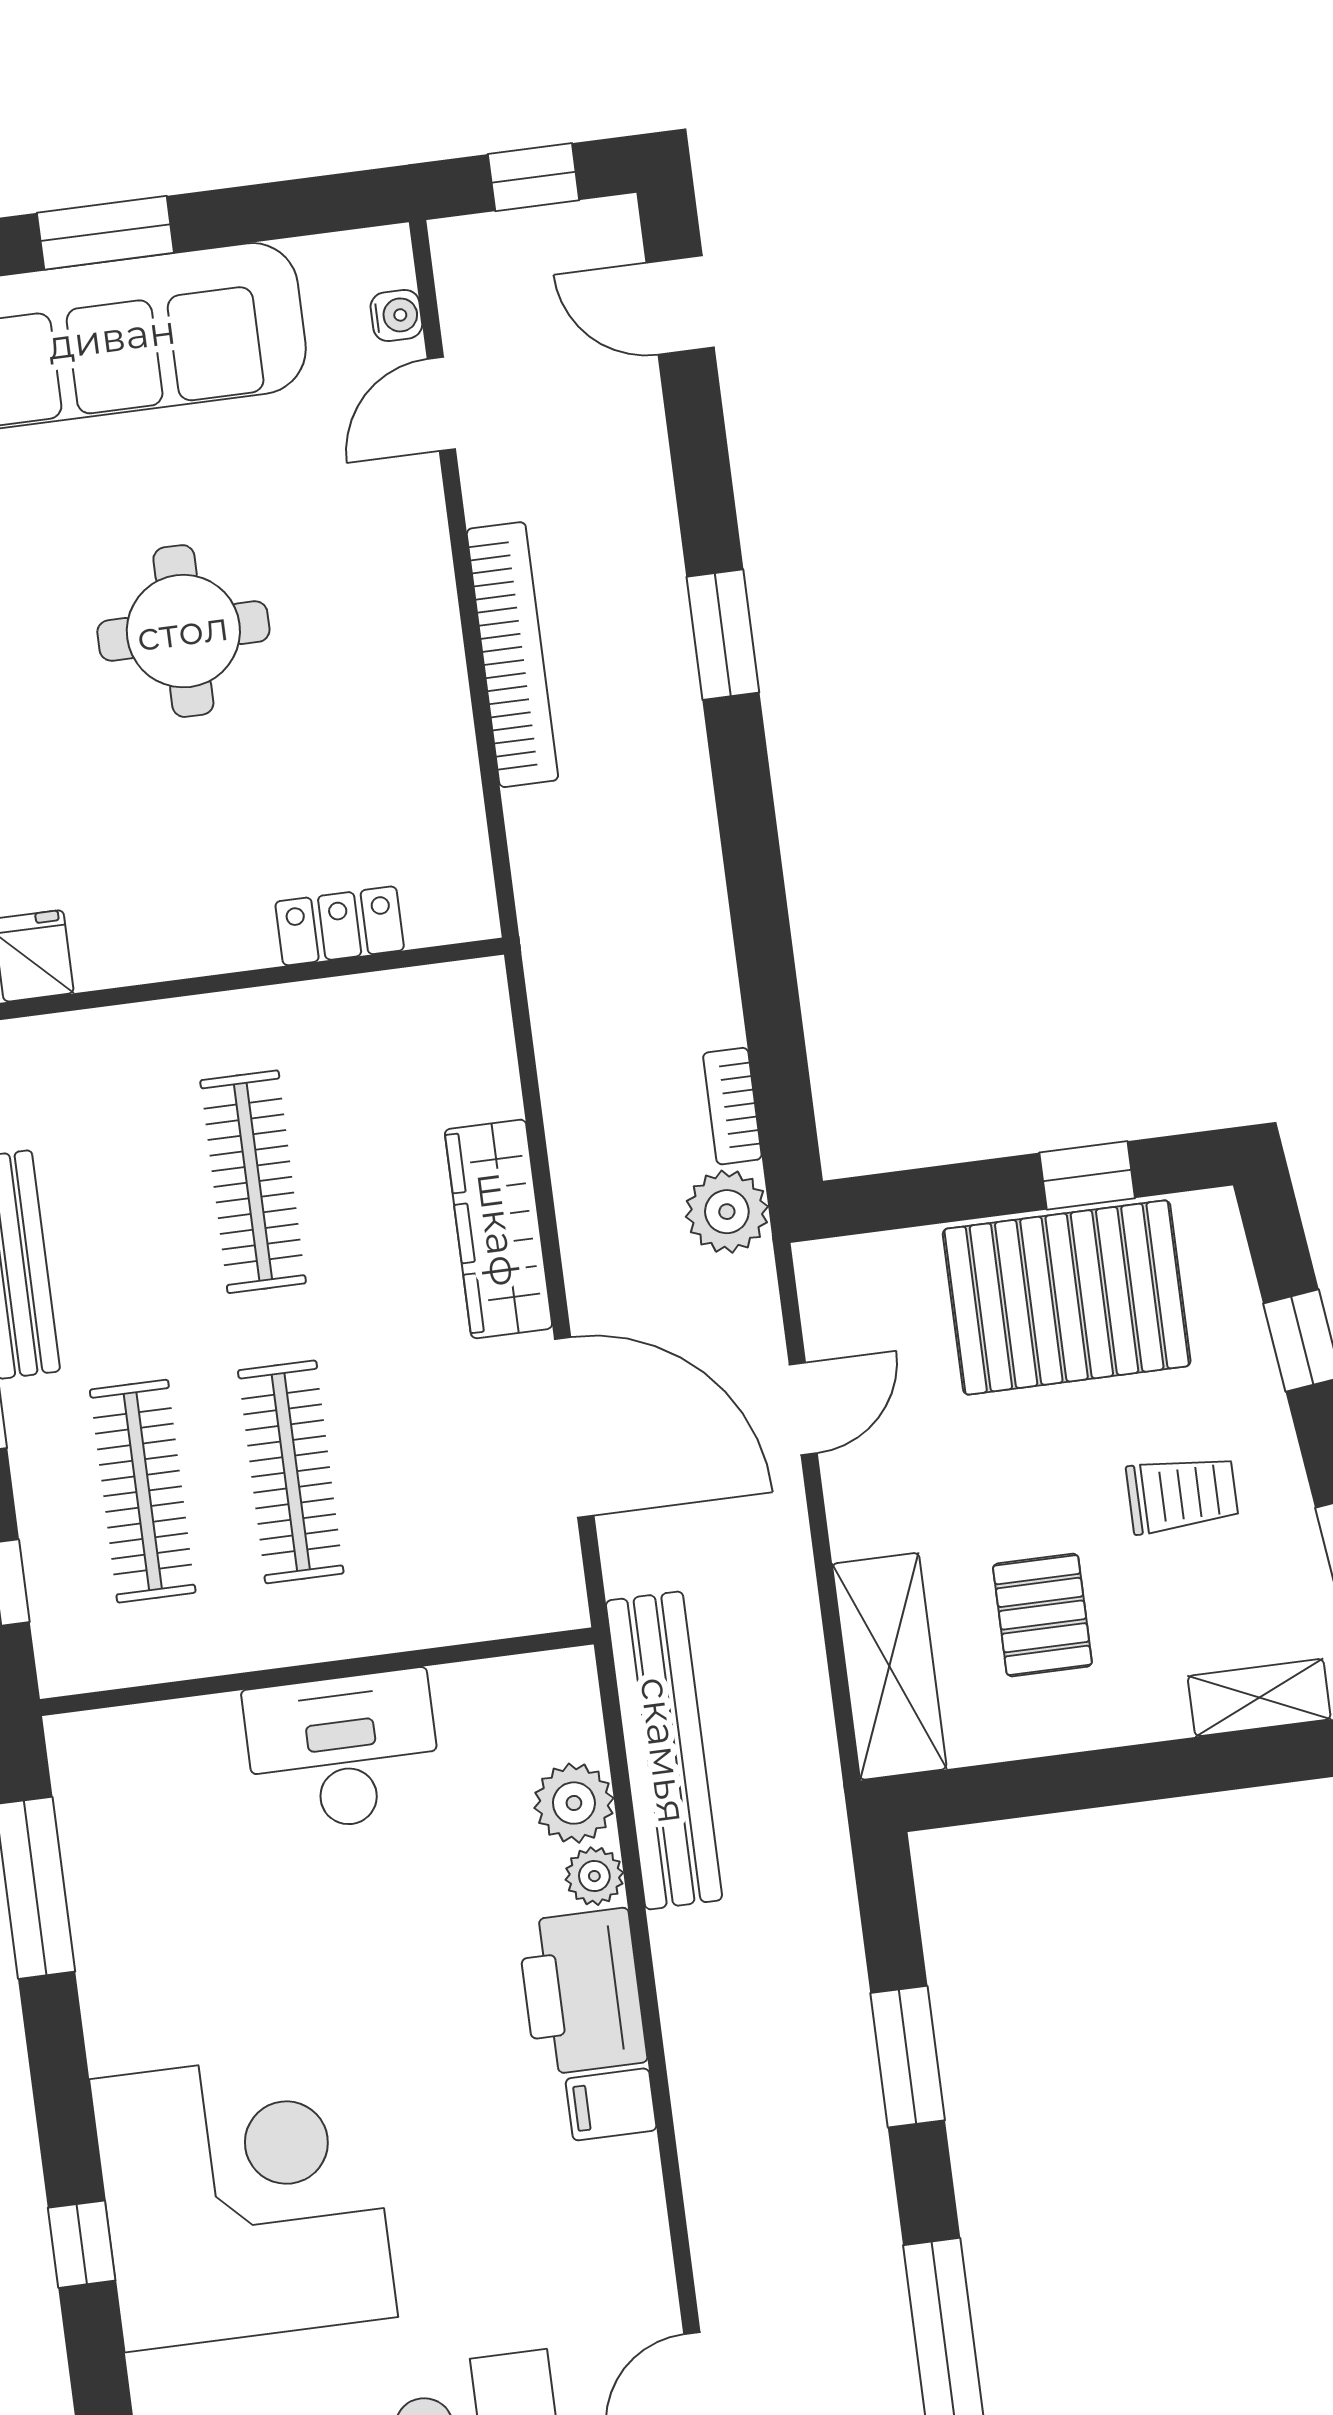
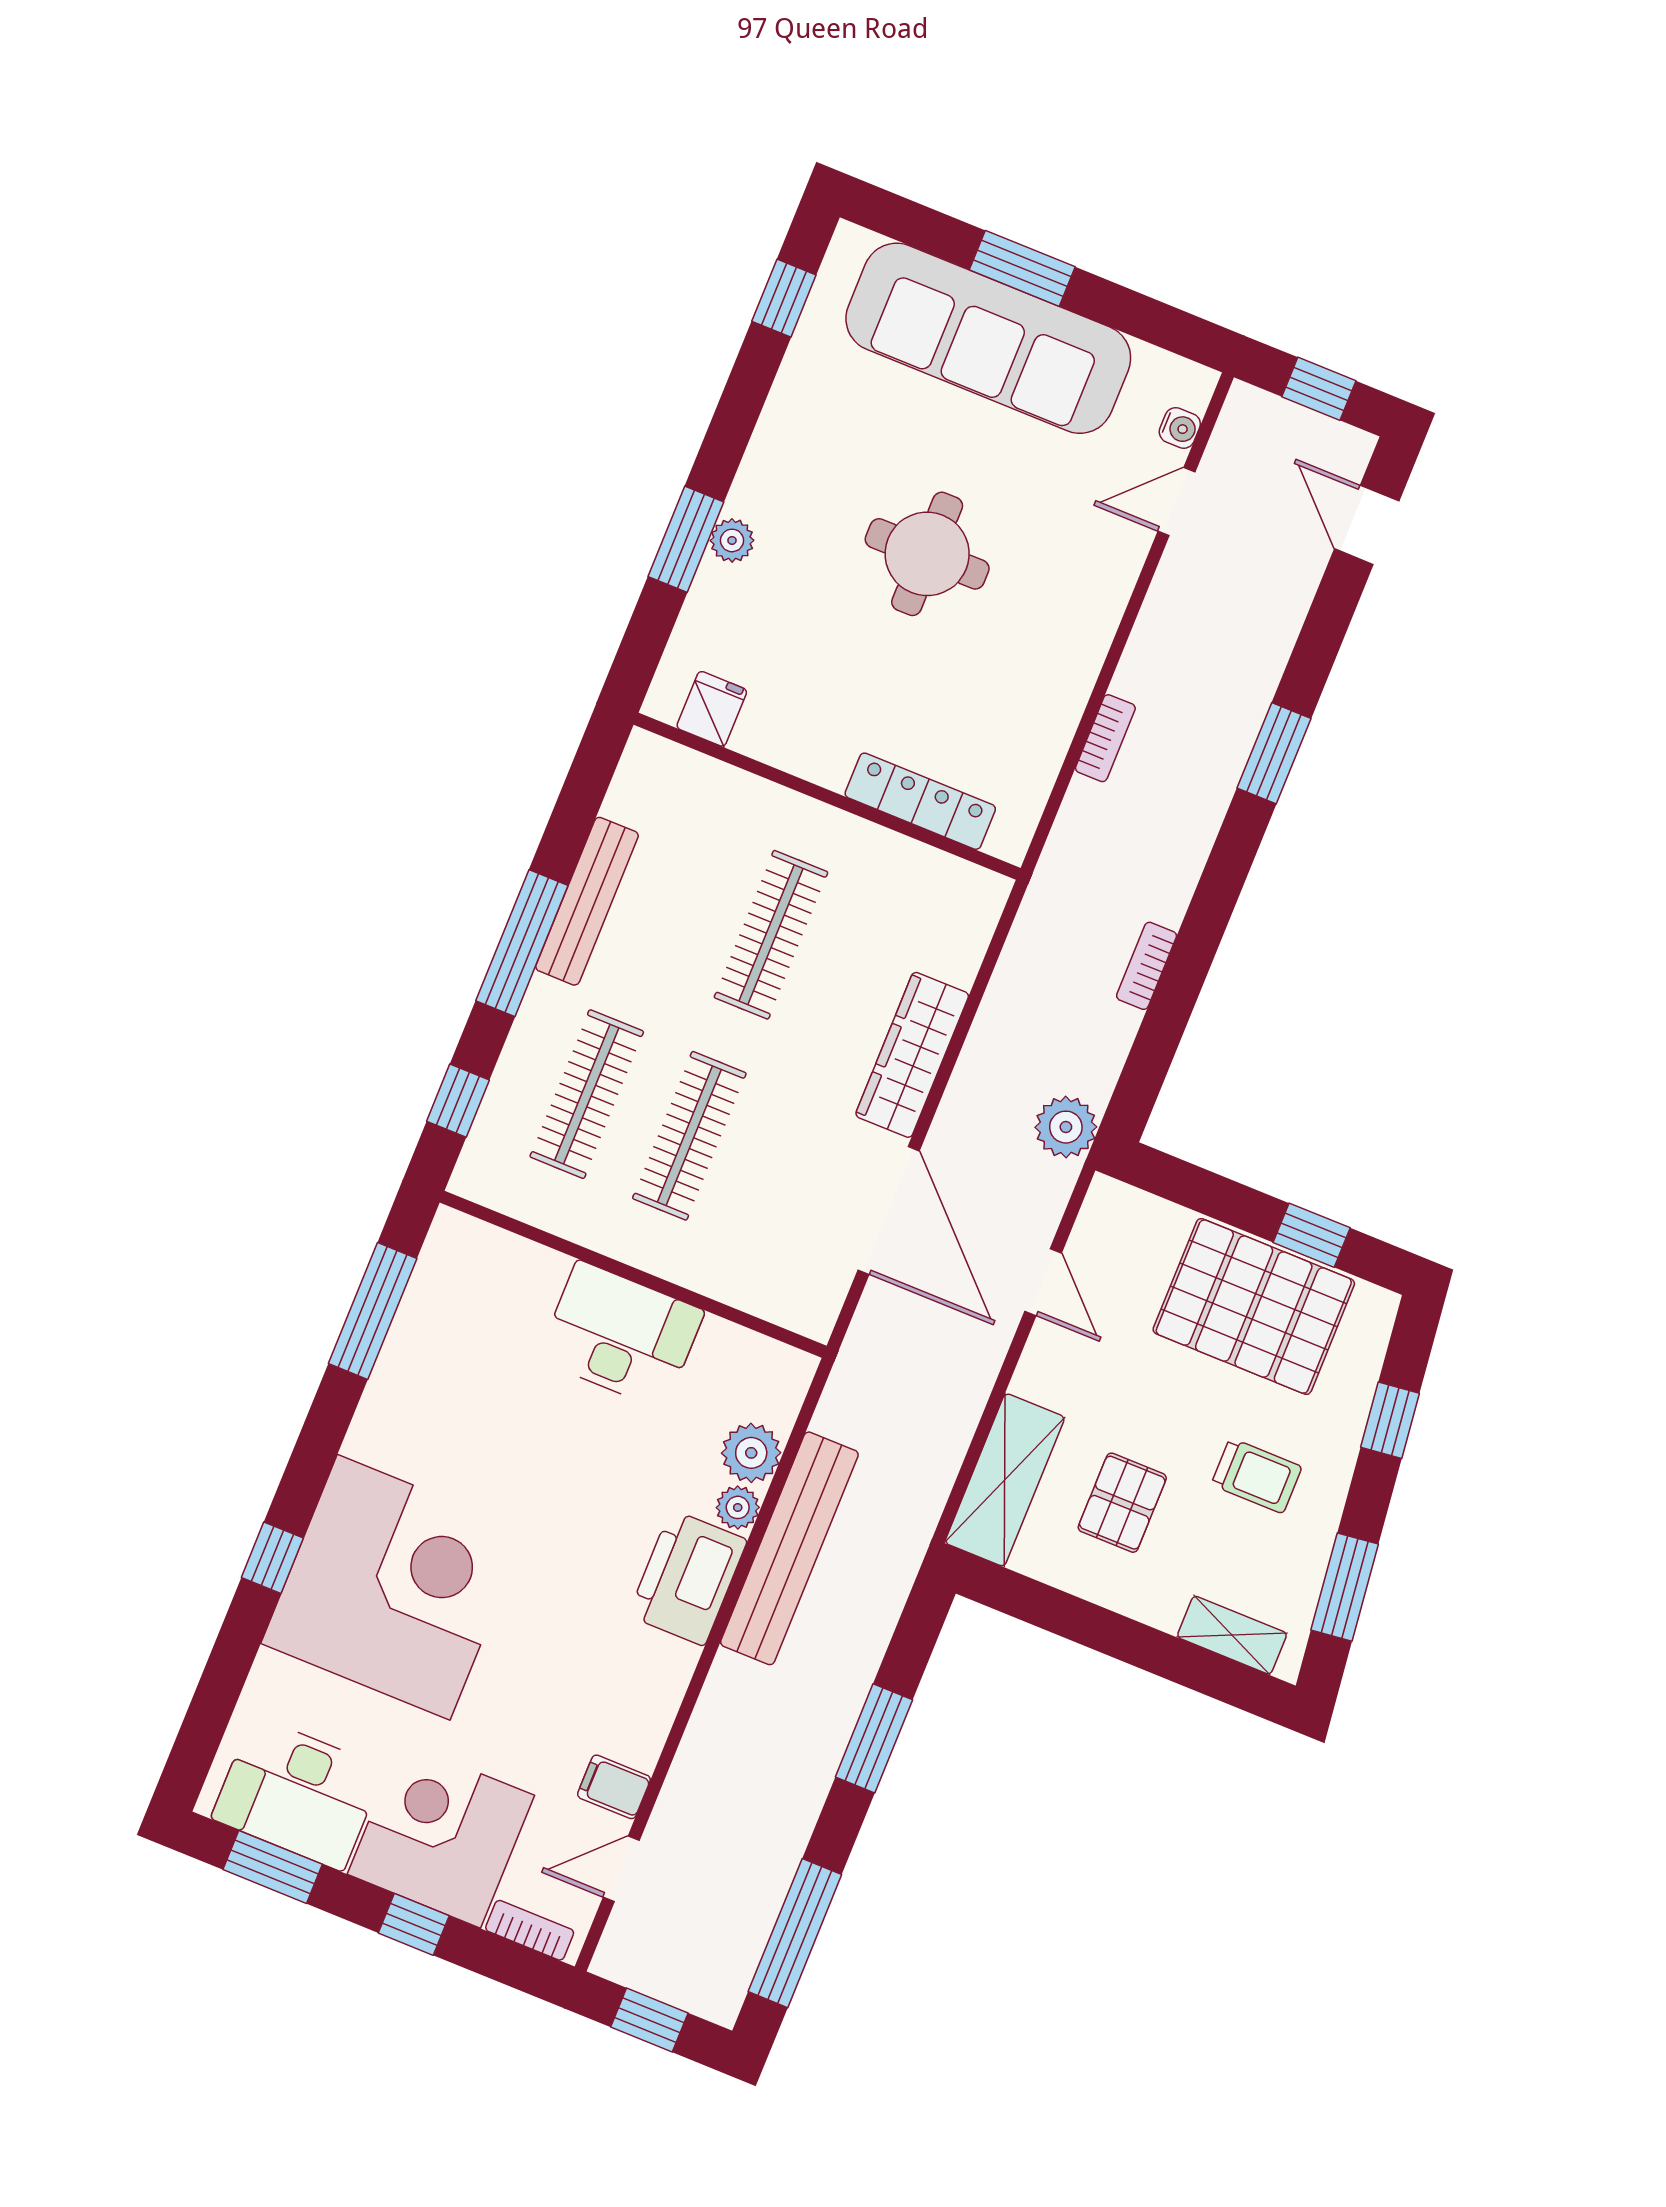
bookcase: (512, 655) -> (1105, 738), width x0.43, depth x0.76
locker: (340, 926) -> (920, 801), width x1.53
bookcase: (732, 1106) -> (1147, 966), moved
door: (803, 1409) -> (1043, 1282), hinge flipped
bench: (664, 1750) -> (789, 1548), moved
filing cabinet: (611, 2104) -> (614, 1787), moved

